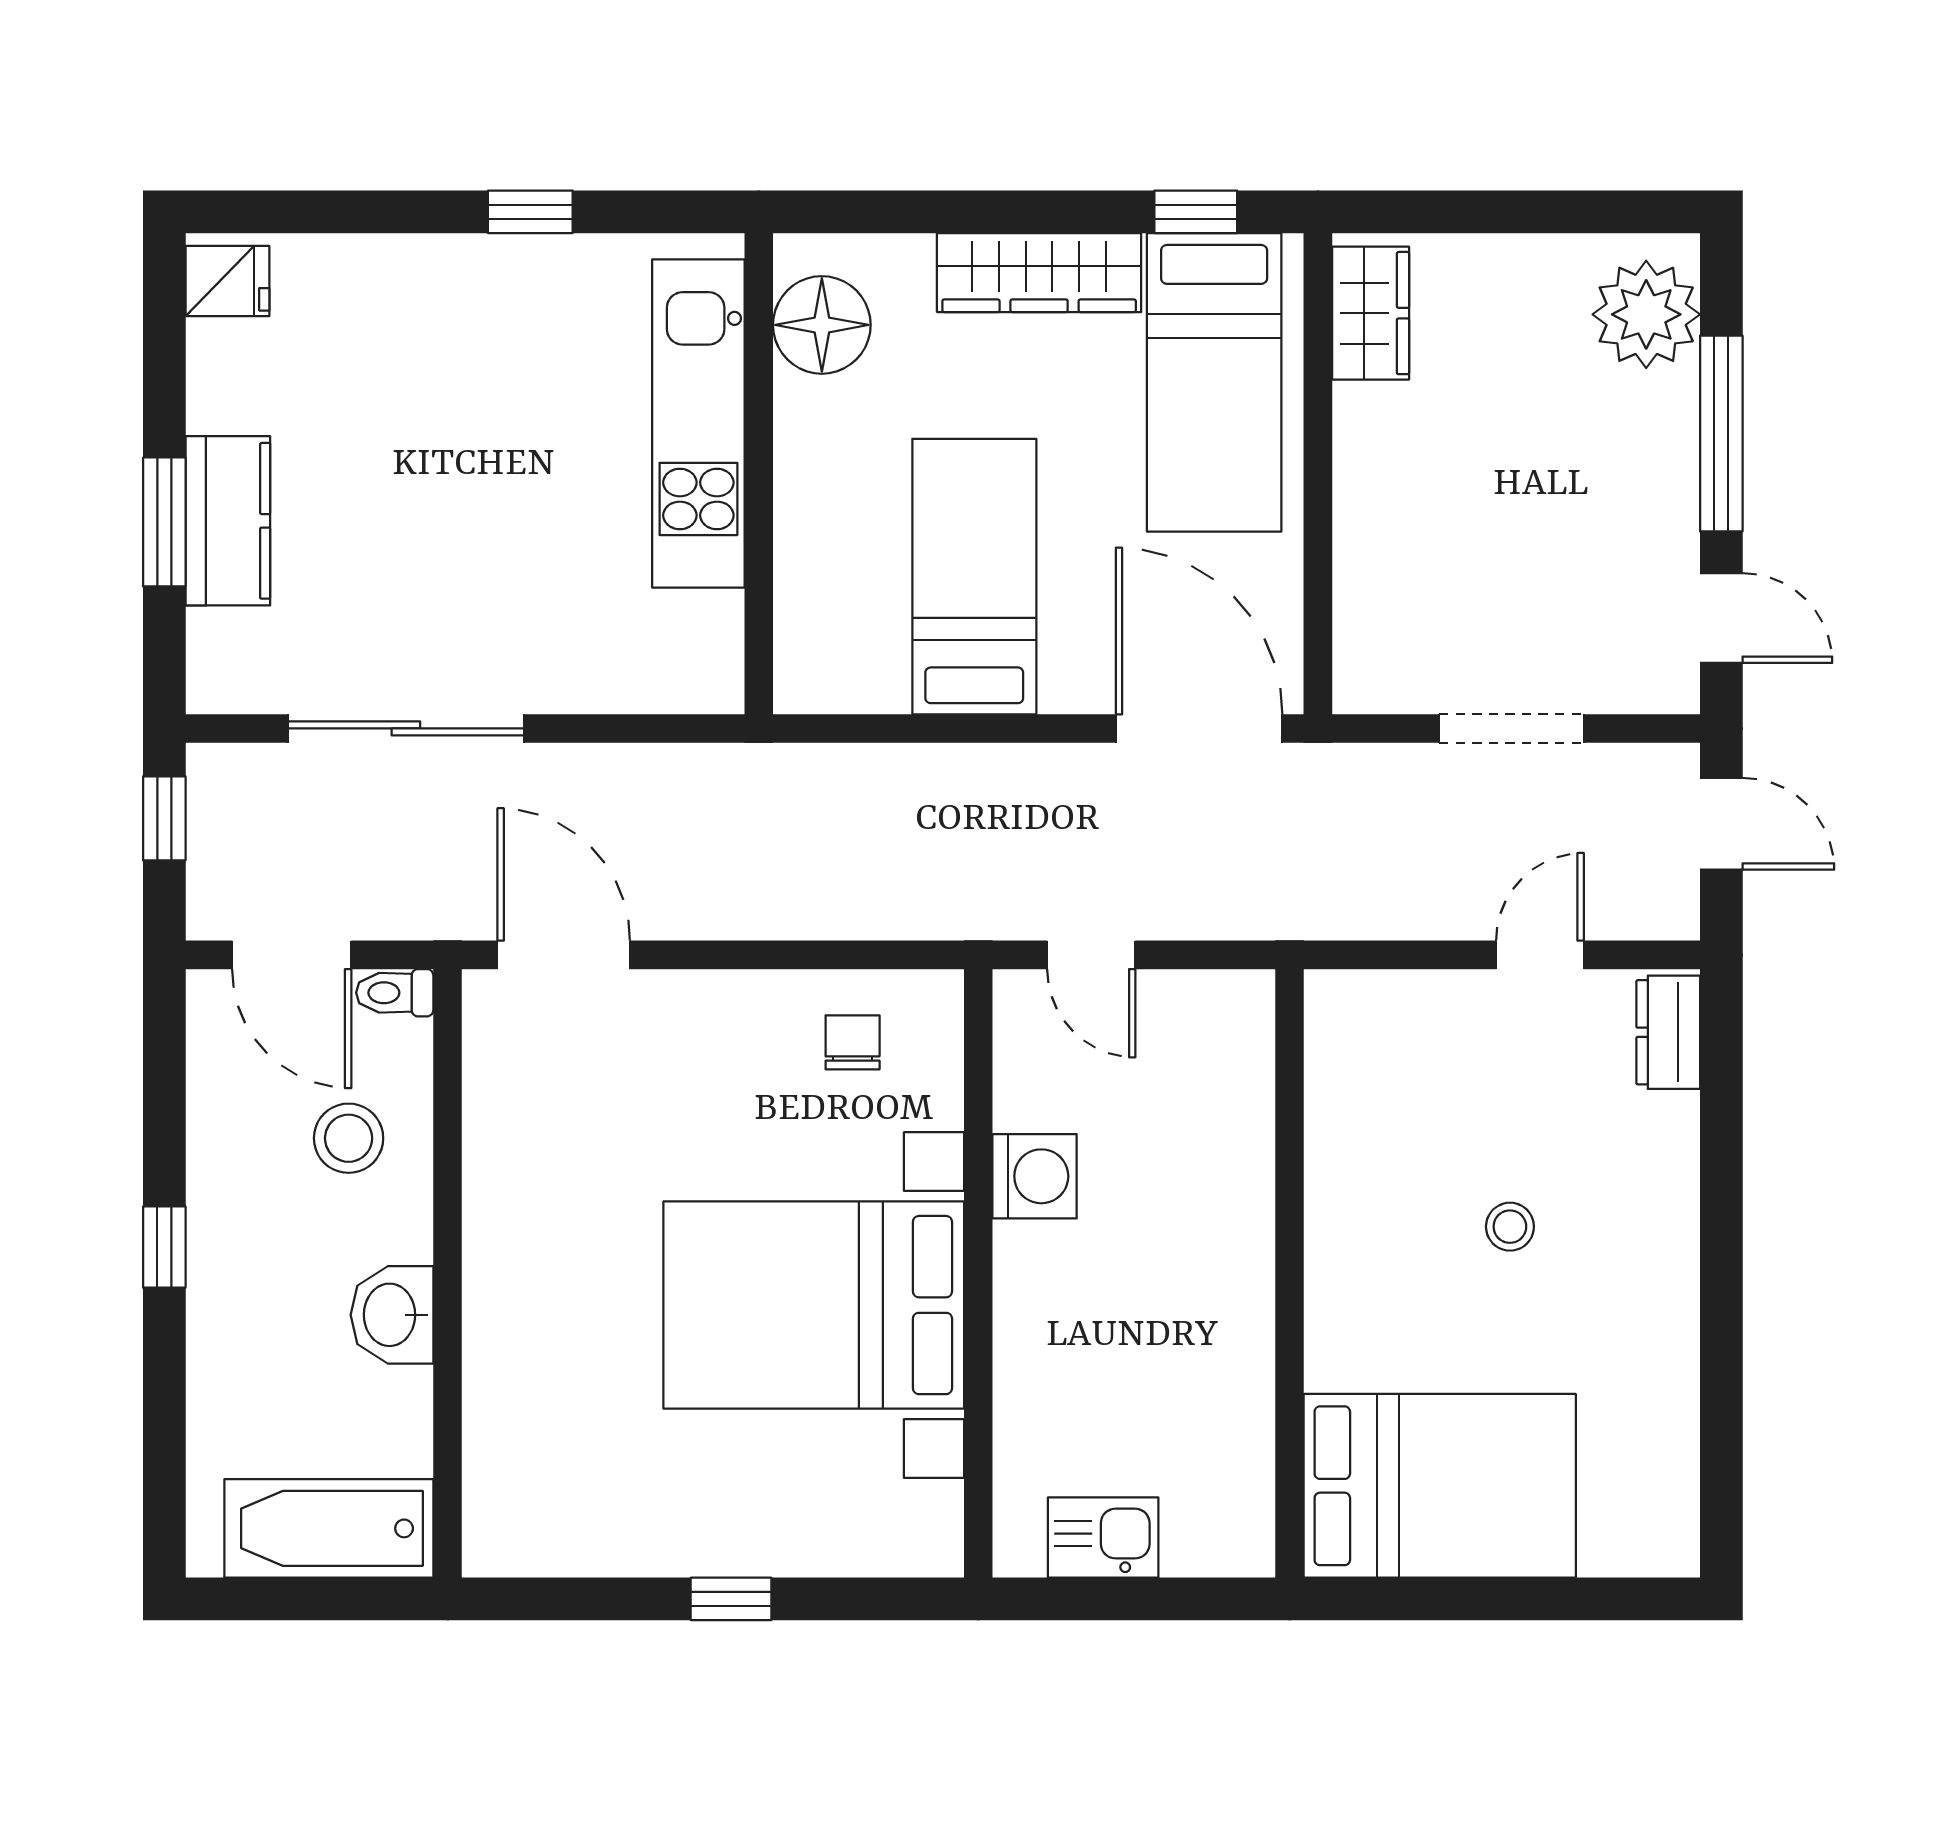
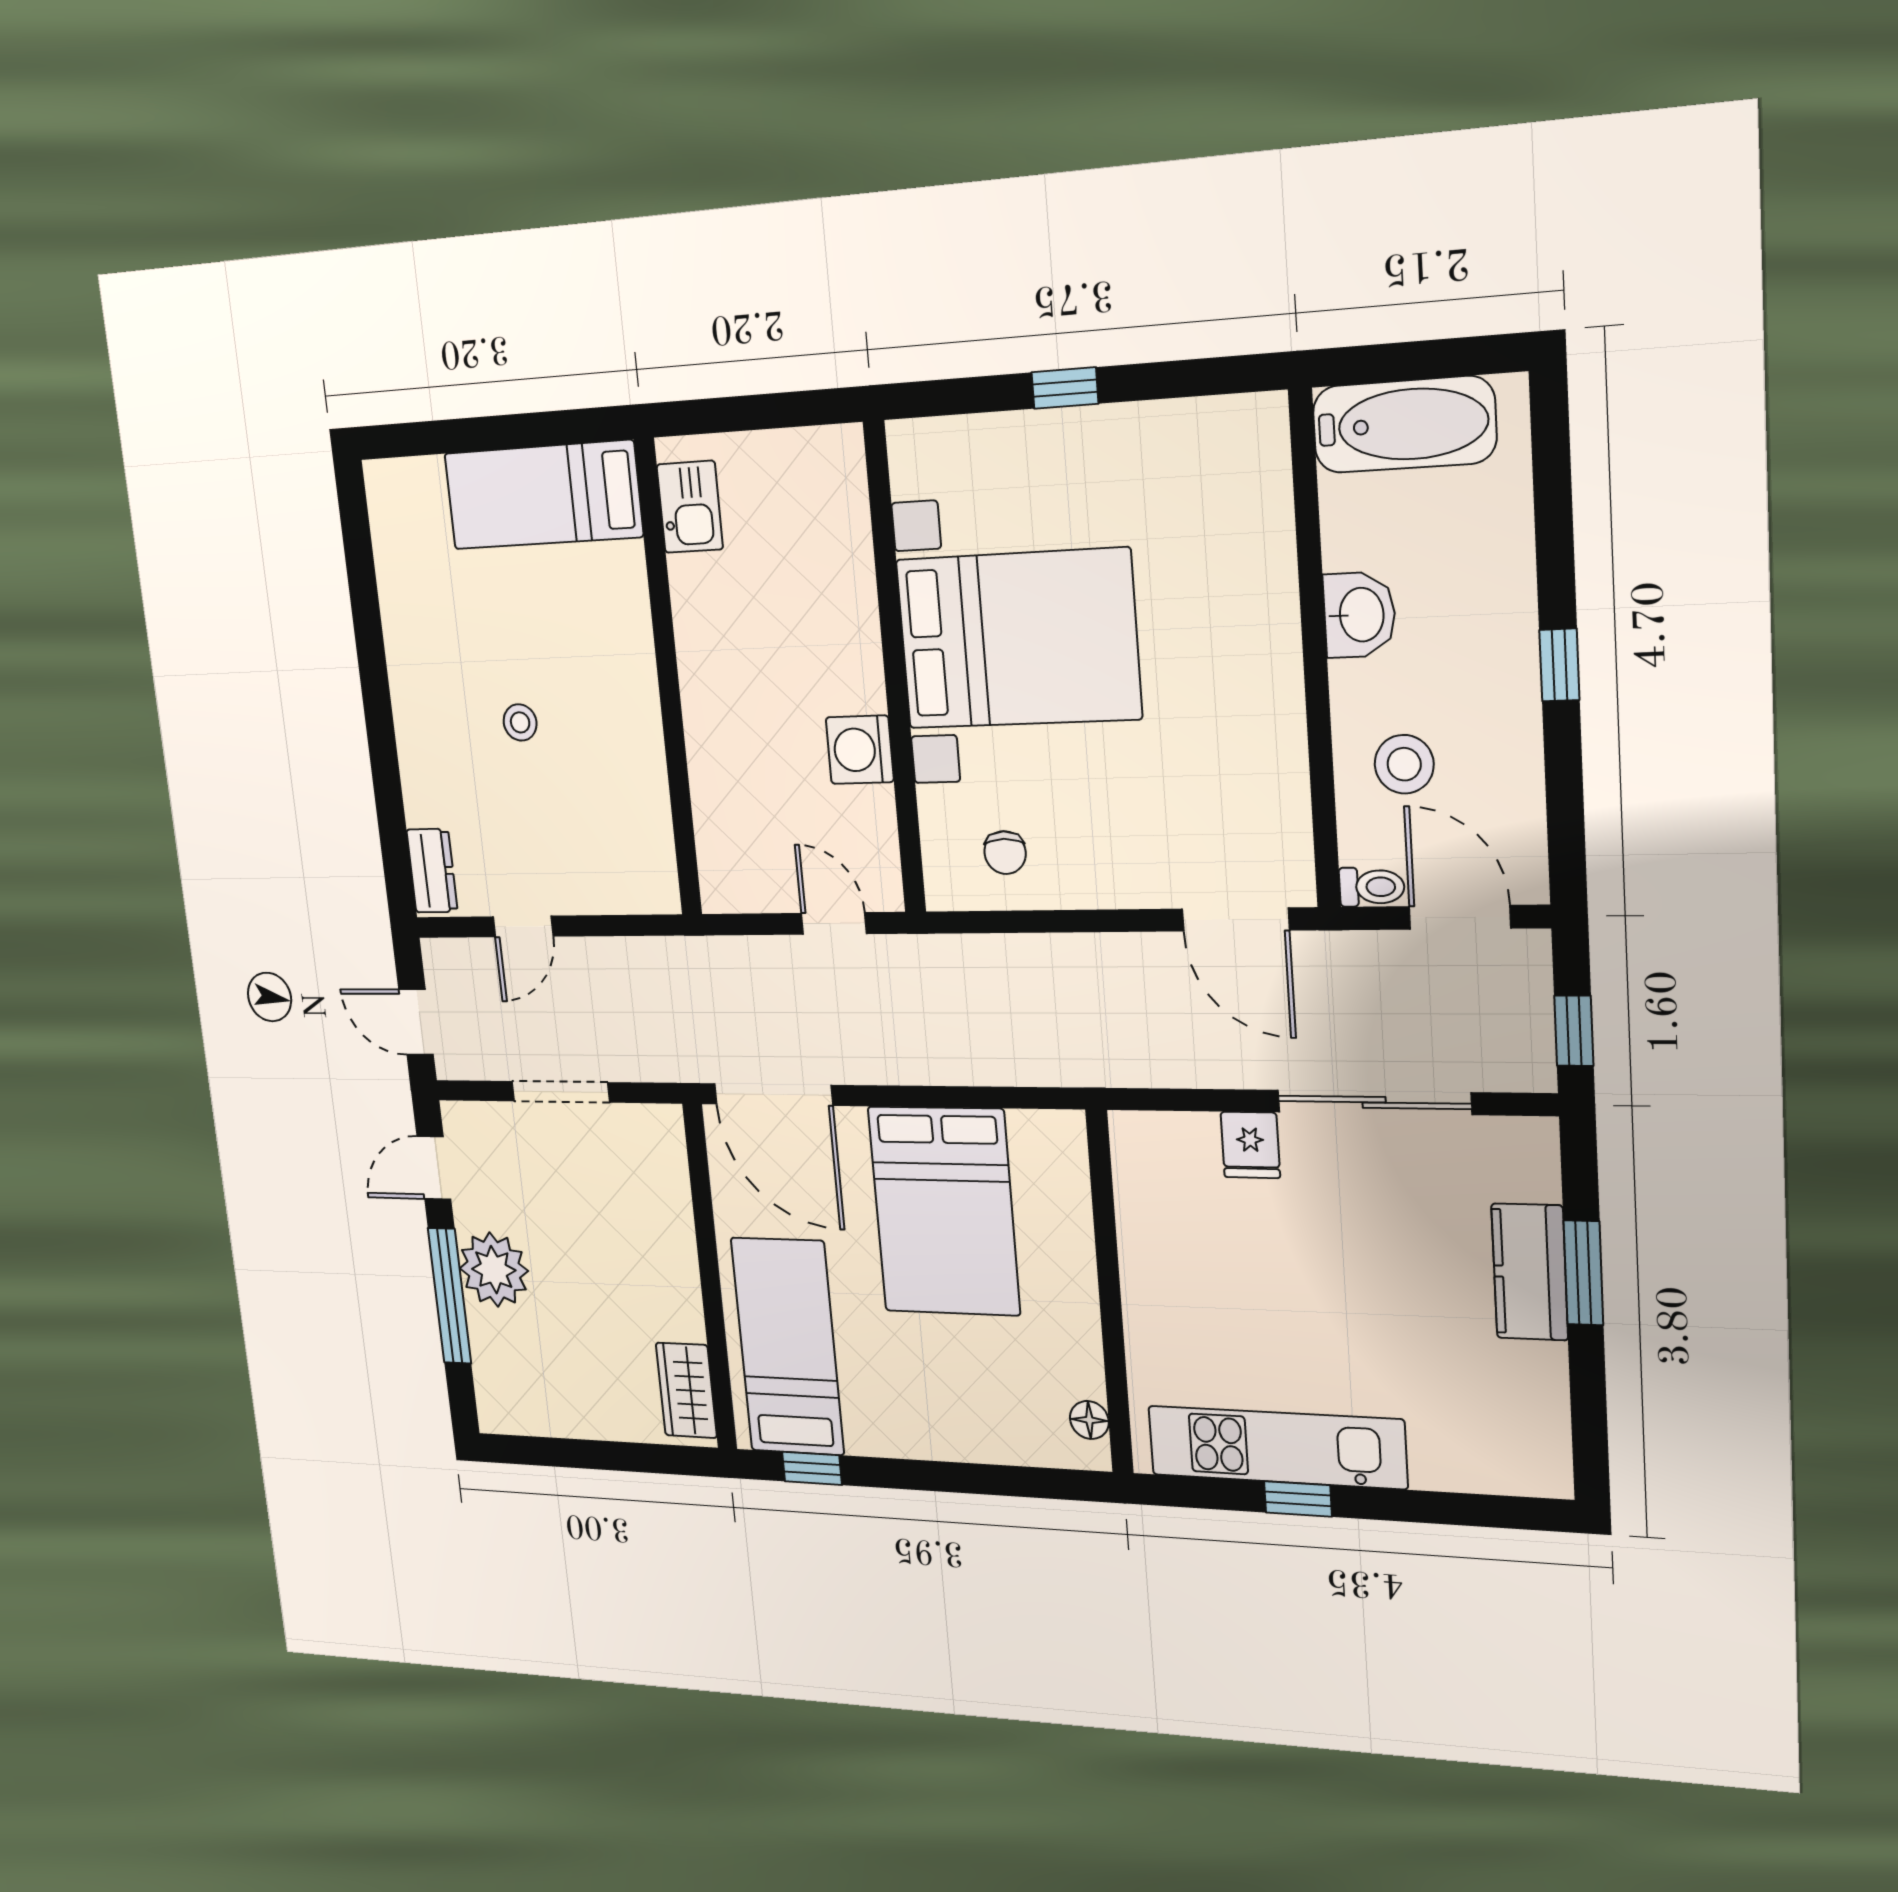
wardrobe: (1039, 273) -> (917, 1432), removed
fridge: (227, 281) -> (1250, 1145), moved, turned -90
plant: (1646, 314) -> (494, 1270), moved
floor lamp: (822, 325) -> (1089, 1420), width x0.53, depth x0.53
kitchen unit: (698, 423) -> (1277, 1447), moved, turned -90
bed: (974, 577) -> (944, 1211), width x1.50
door: (1721, 618) -> (434, 1168), hinge flipped
bed: (1440, 1486) -> (543, 495), width x0.67
kitchen sink: (1103, 1538) -> (690, 507), moved, turned -90

